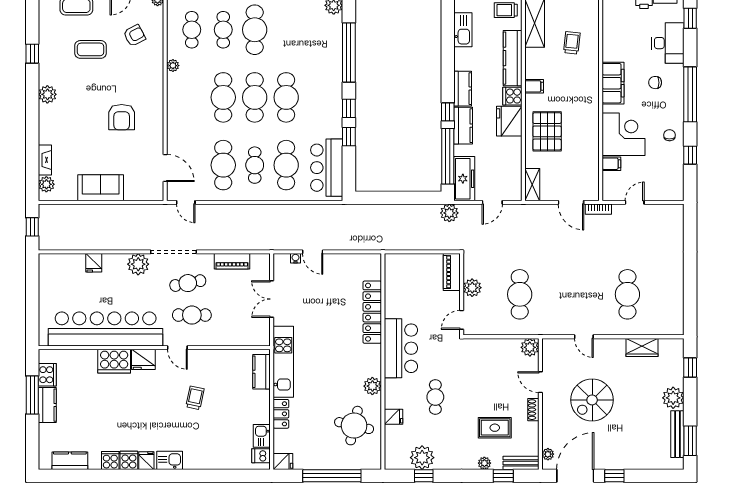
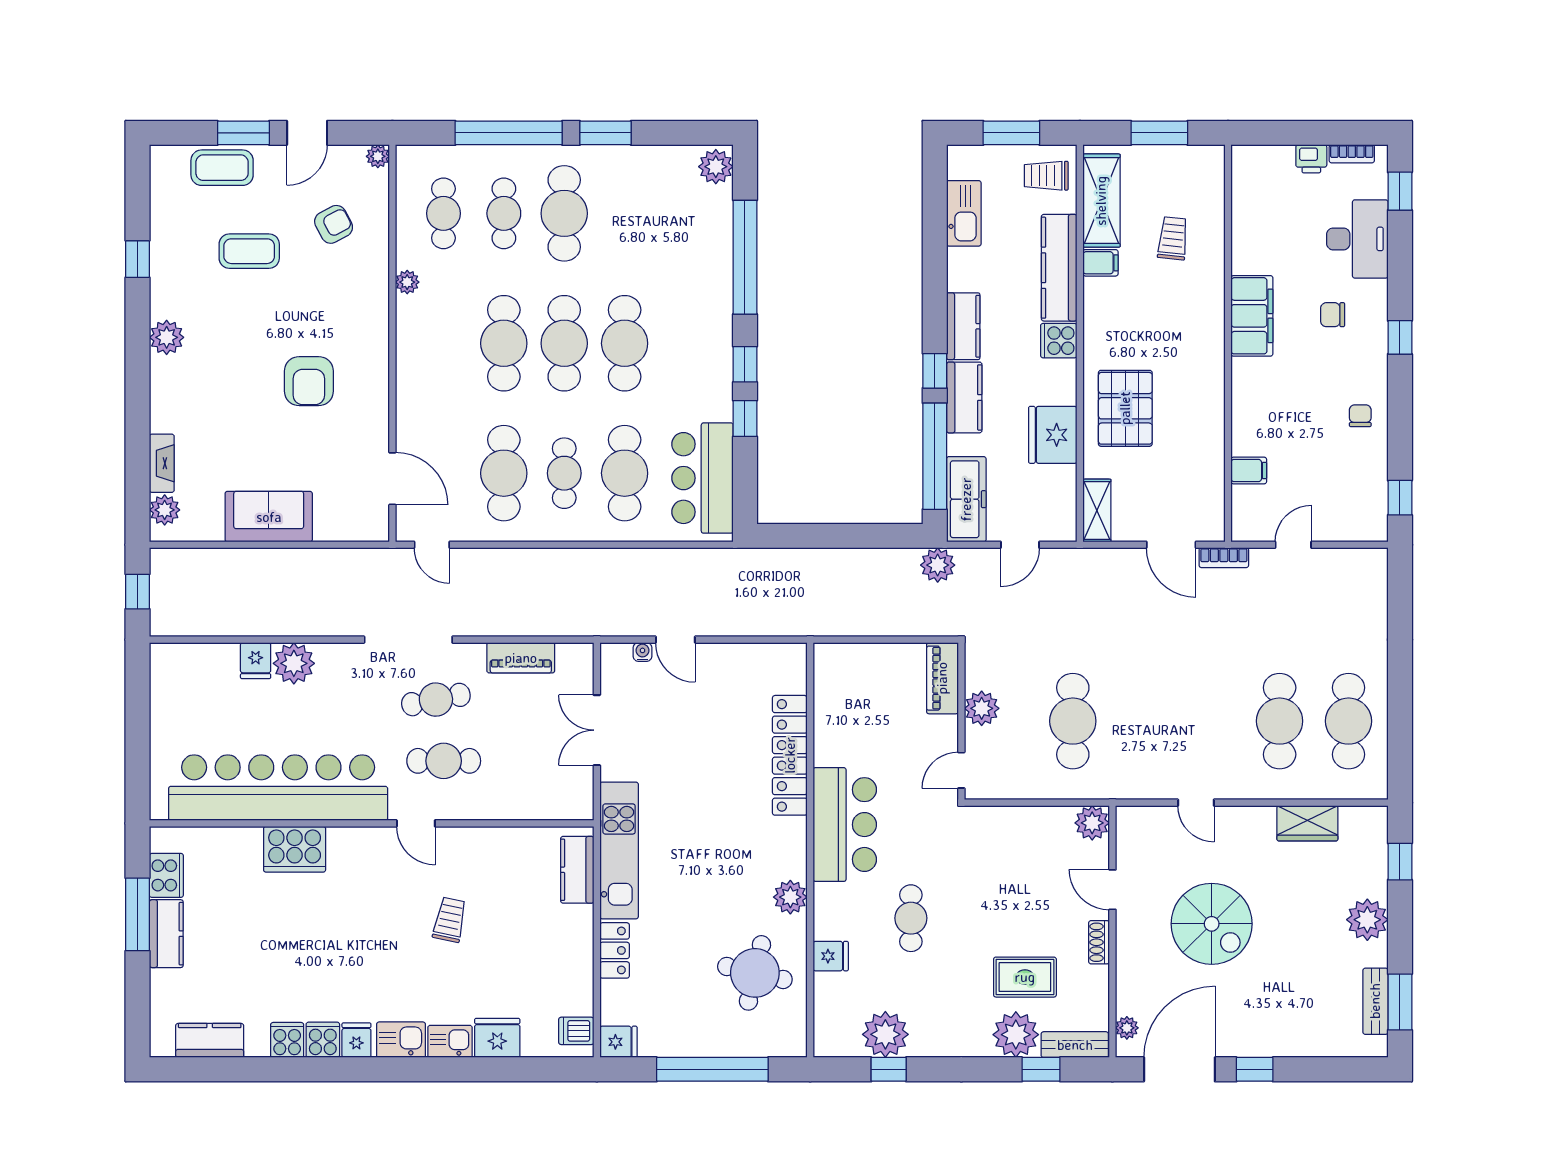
filing cabinet: (534, 86) -> (1100, 263), moved
window: (690, 94) -> (1400, 337), width x0.32
fridge: (509, 121) -> (1053, 435), moved
corner desk: (624, 134) -> (1272, 414), removed
window: (690, 155) -> (1400, 498), moved
plant: (138, 264) -> (294, 663), moved
cafe table: (663, 294) -> (1349, 721), added
fridge: (143, 359) -> (497, 1038), moved, turned 180
spiral stairs: (592, 400) -> (1212, 924), turned -90
bench: (677, 434) -> (1375, 1001), width x0.73
kitchen sink: (262, 436) -> (450, 1041), moved, turned 90
plant: (484, 463) -> (1016, 1035), width x1.88, depth x1.88

